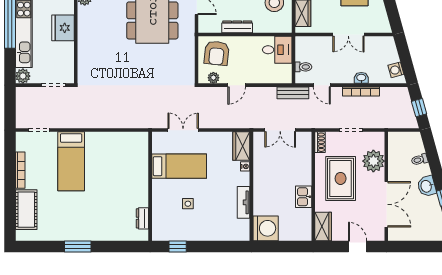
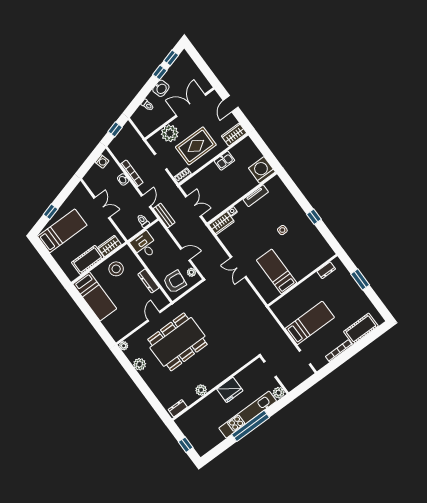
bed: (179, 166) -> (277, 271), moved
wall: (150, 186) -> (303, 280), moved
dresser: (142, 218) -> (326, 270), moved

